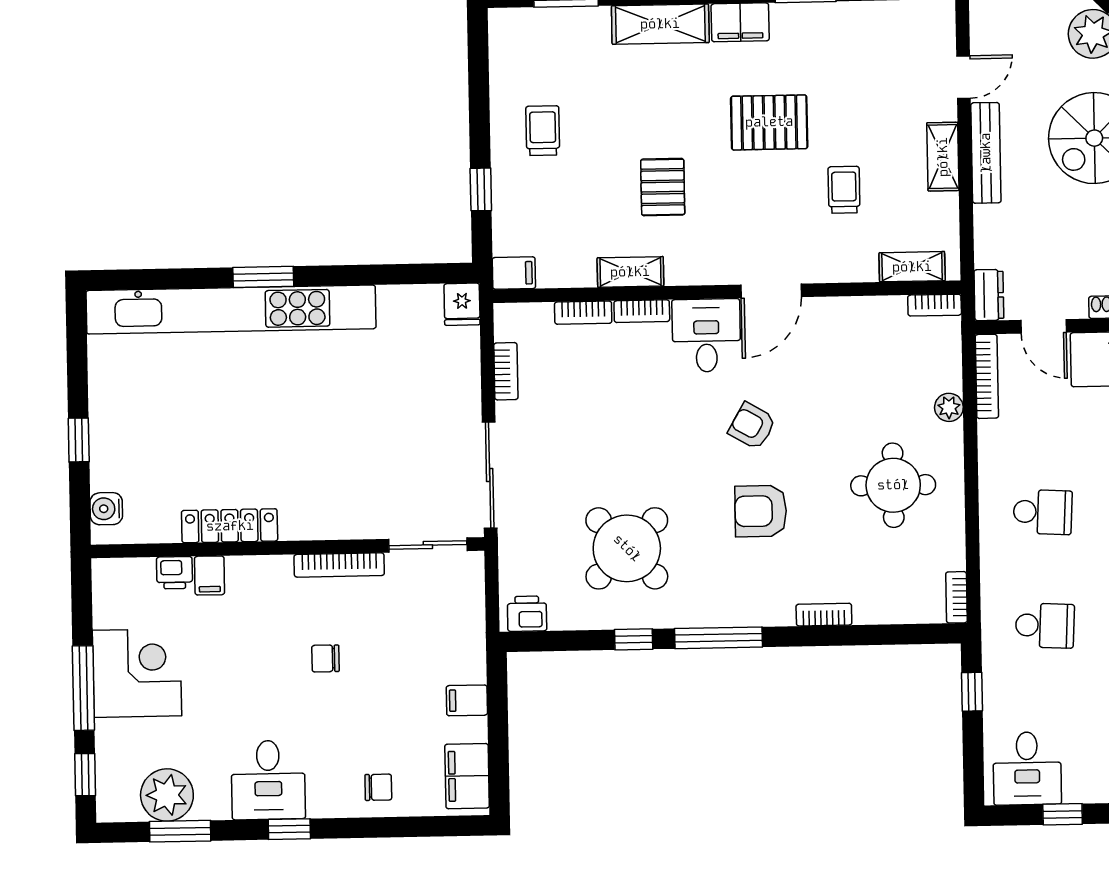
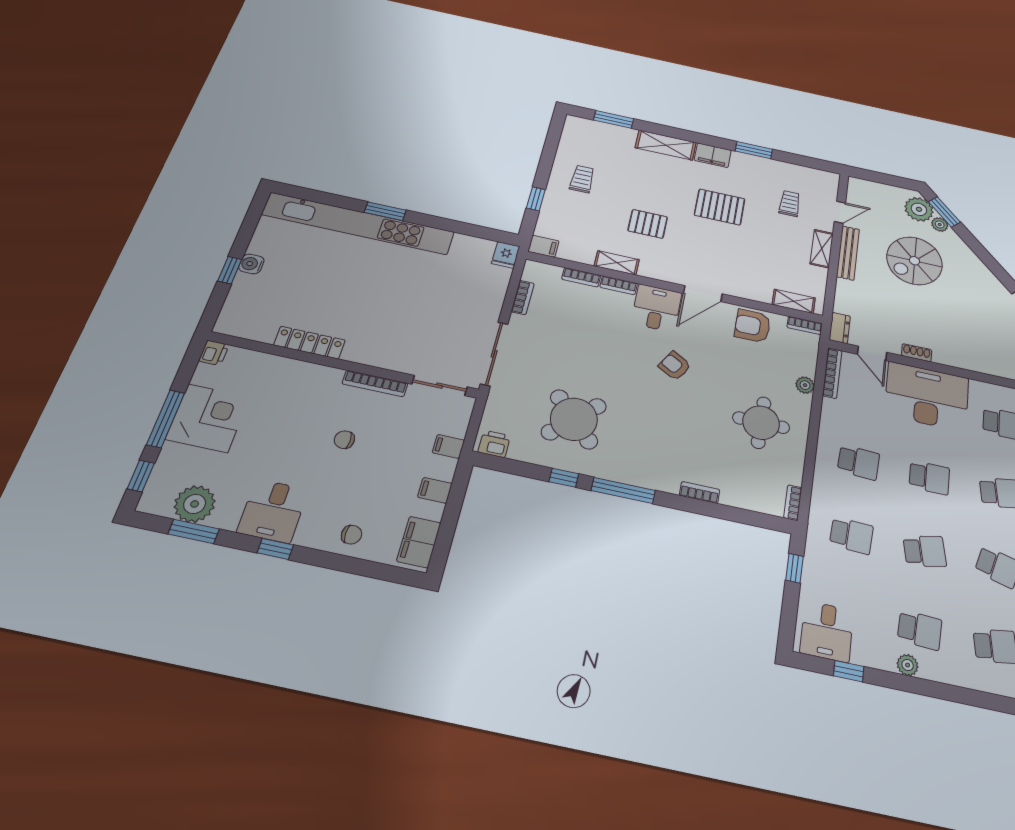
pallet: (663, 187) -> (648, 224), turned 90
trolley: (844, 190) -> (790, 203), moved
water cooler: (106, 509) -> (251, 264), moved
armchair: (761, 511) -> (753, 326), moved
printer: (174, 573) -> (214, 353), moved, turned -90
filing cabinet: (210, 575) -> (448, 446), moved, turned 90

